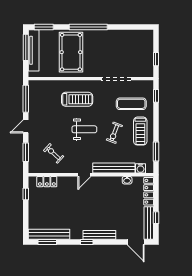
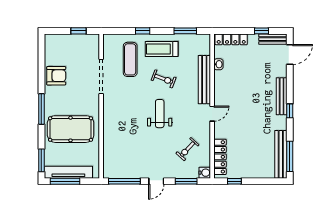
window: (88, 27) -> (41, 109), width x0.68
armchair: (117, 40) -> (56, 76), added
window: (156, 96) -> (143, 31), moved
treadmill: (77, 99) -> (125, 122), removed
door: (26, 126) -> (156, 181), hinge flipped
treadmill: (140, 131) -> (162, 49), turned 180
water cooler: (140, 168) -> (205, 173), moved
door: (84, 175) -> (212, 114), hinge flipped
locker: (47, 182) -> (220, 157), width x1.53
bench: (149, 223) -> (273, 39), width x0.73
window: (47, 242) -> (290, 156), width x1.44

